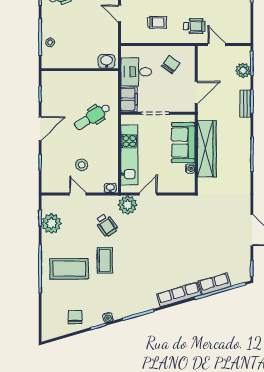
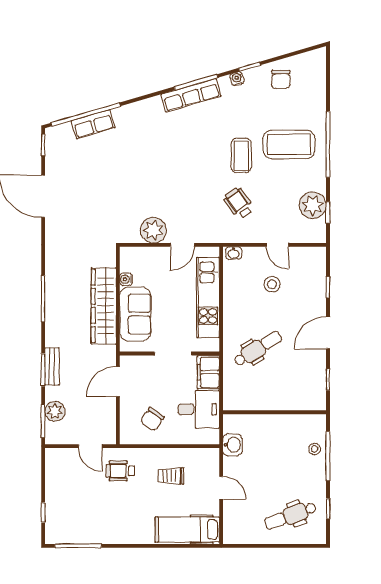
washbasin: (107, 61) -> (232, 445), moved, turned -90
plant: (128, 205) -> (153, 230), moved
row of seats: (179, 294) -> (191, 95), moved

